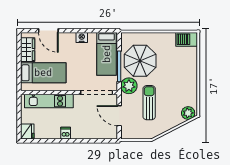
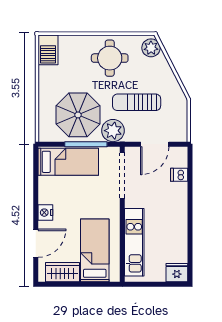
nightstand: (82, 37) -> (45, 213), moved
round table: (181, 83) -> (110, 58), added
dishwasher: (66, 133) -> (179, 175), moved

